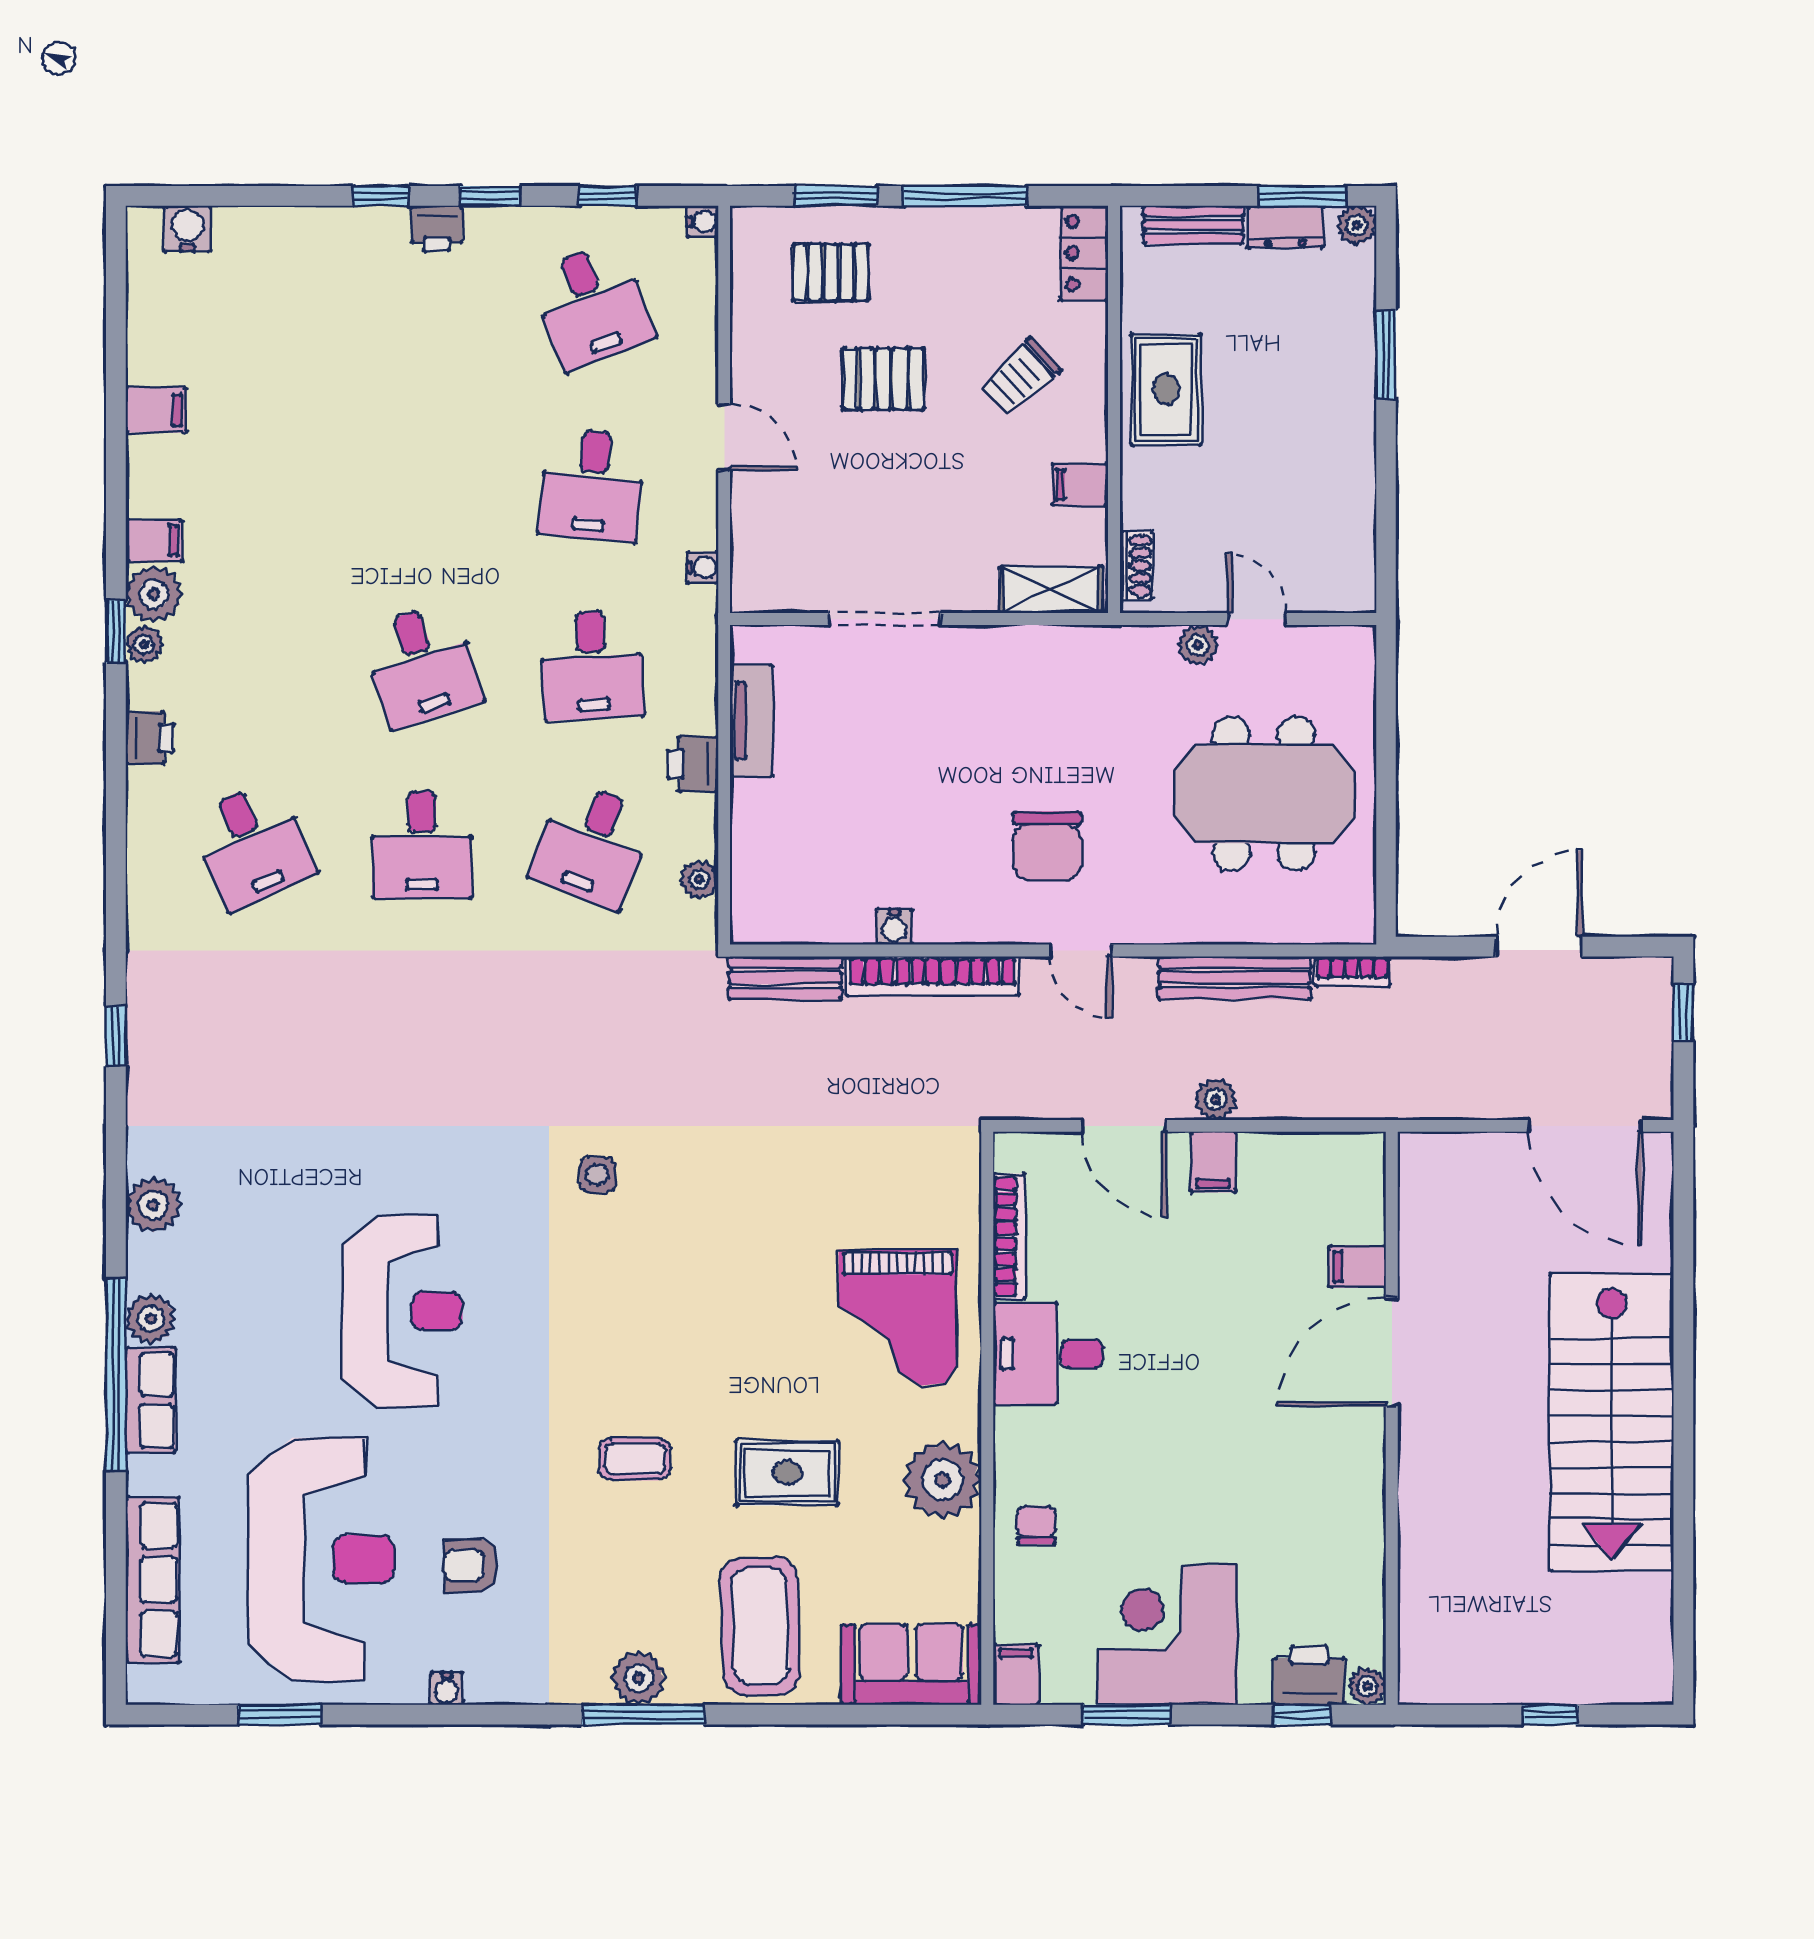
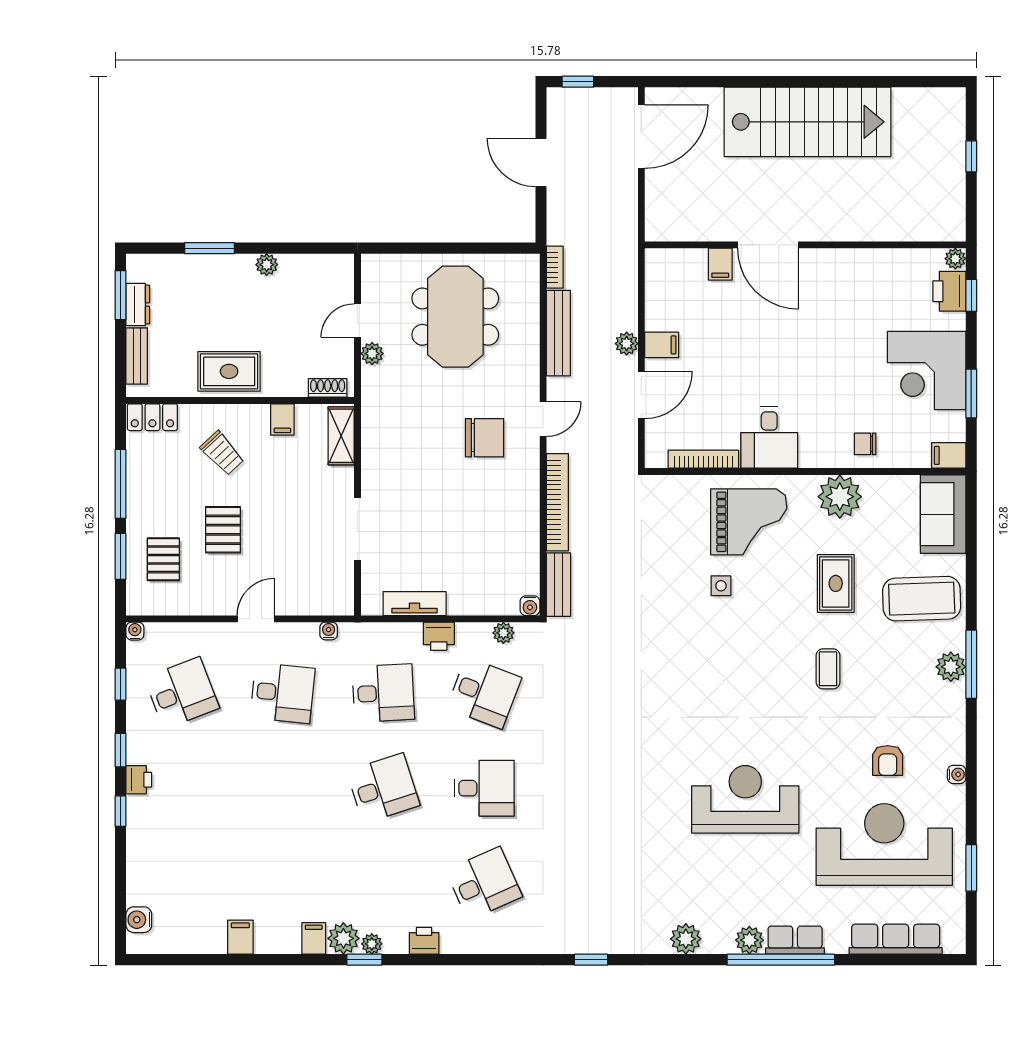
plant: (1357, 225) -> (267, 265), moved
water cooler: (894, 927) -> (530, 606), moved, turned 90
side table: (598, 1175) -> (721, 586), moved

